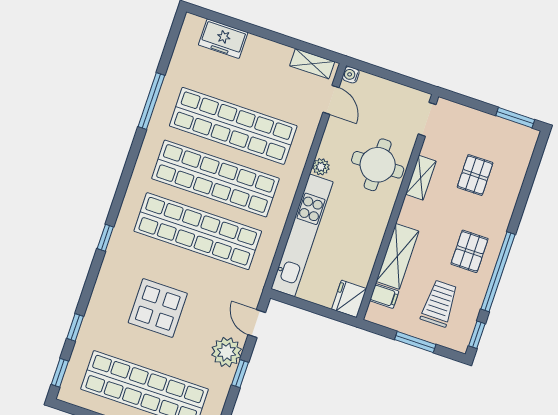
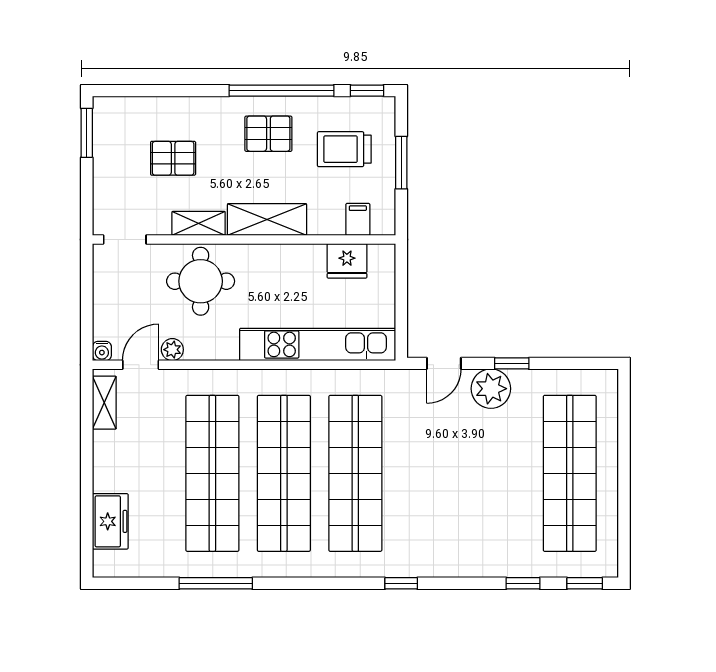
plant: (321, 167) -> (172, 350), moved
shelving: (397, 256) -> (267, 220), moved
fridge: (349, 299) -> (347, 261), moved
display table: (158, 308) -> (465, 491), removed

